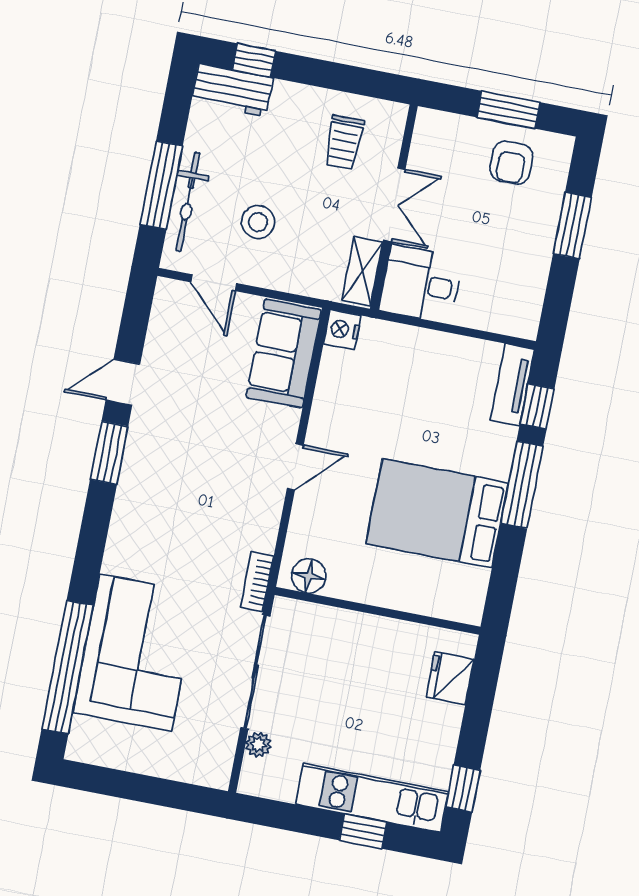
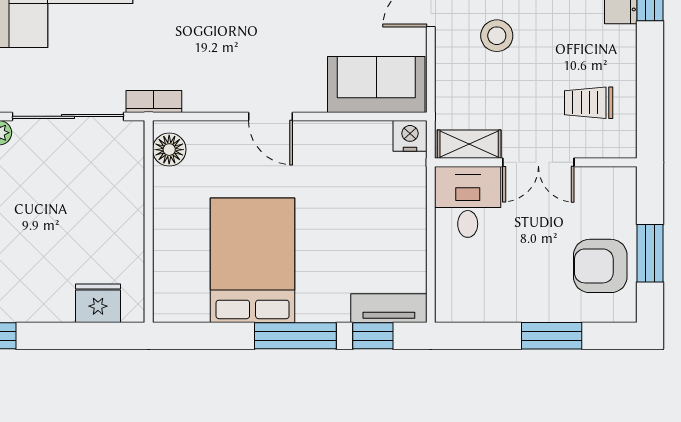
armchair: (511, 163) -> (600, 266), width x1.38, depth x1.38

